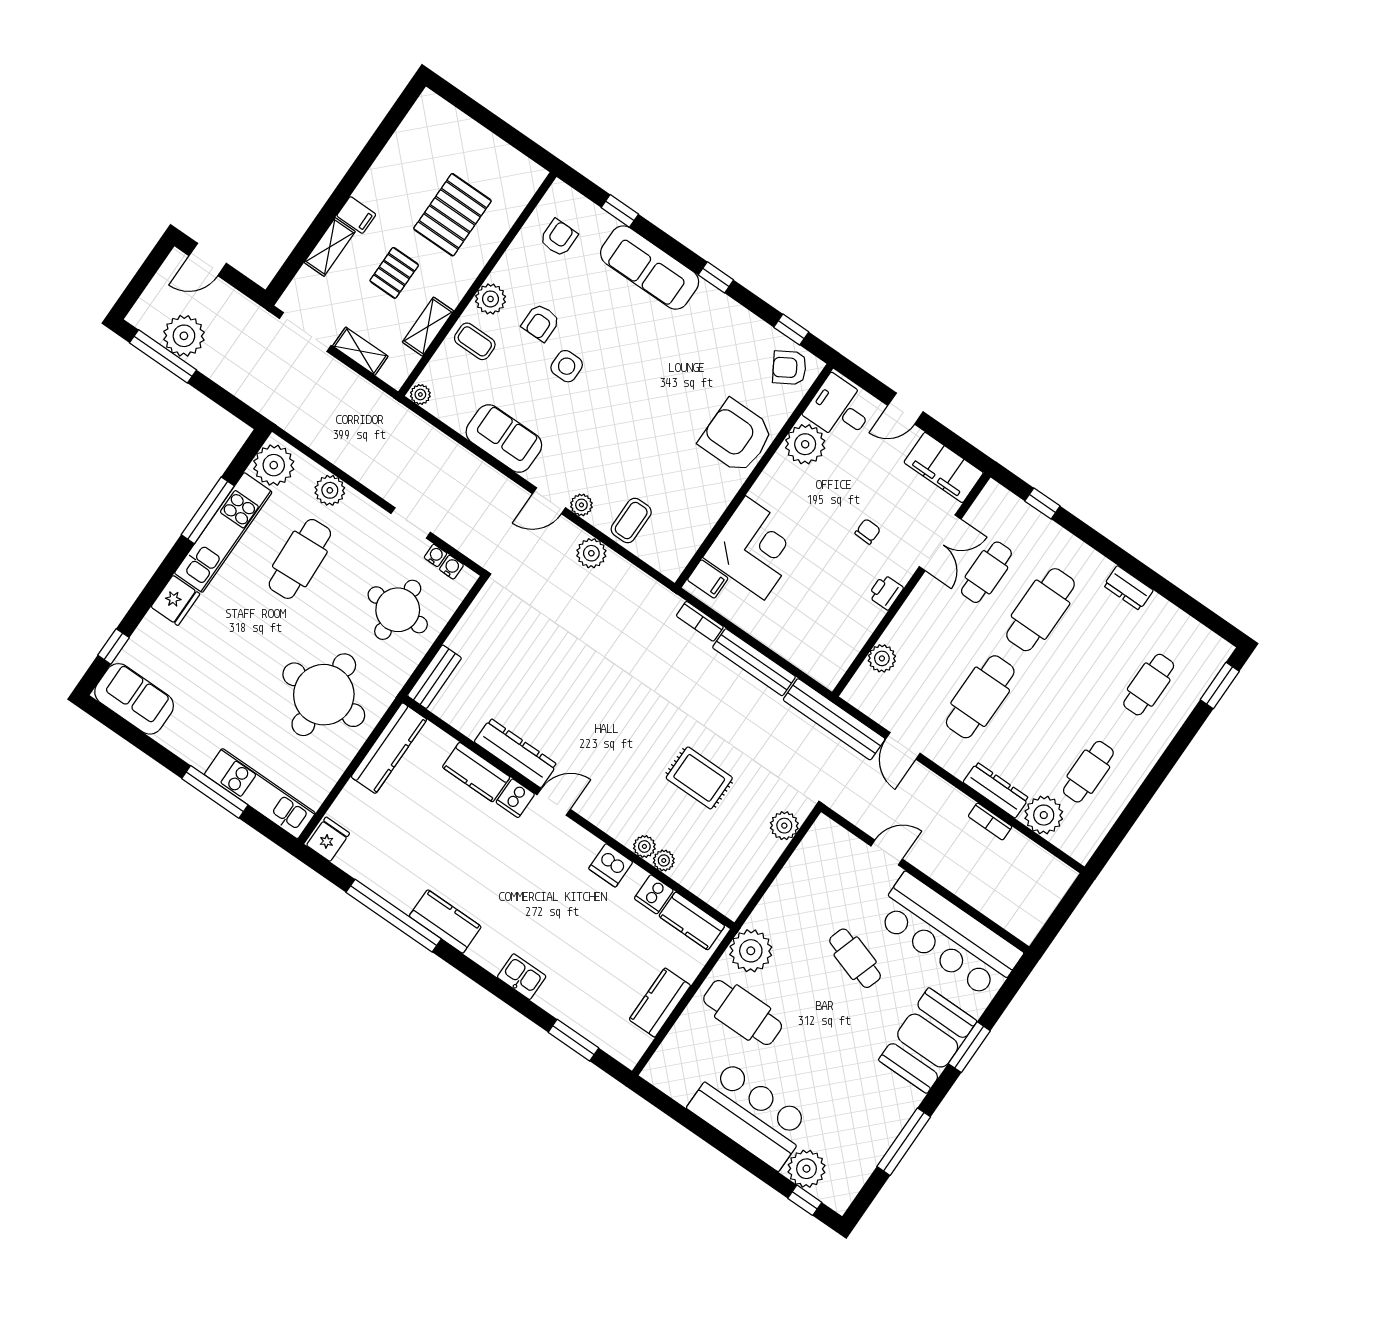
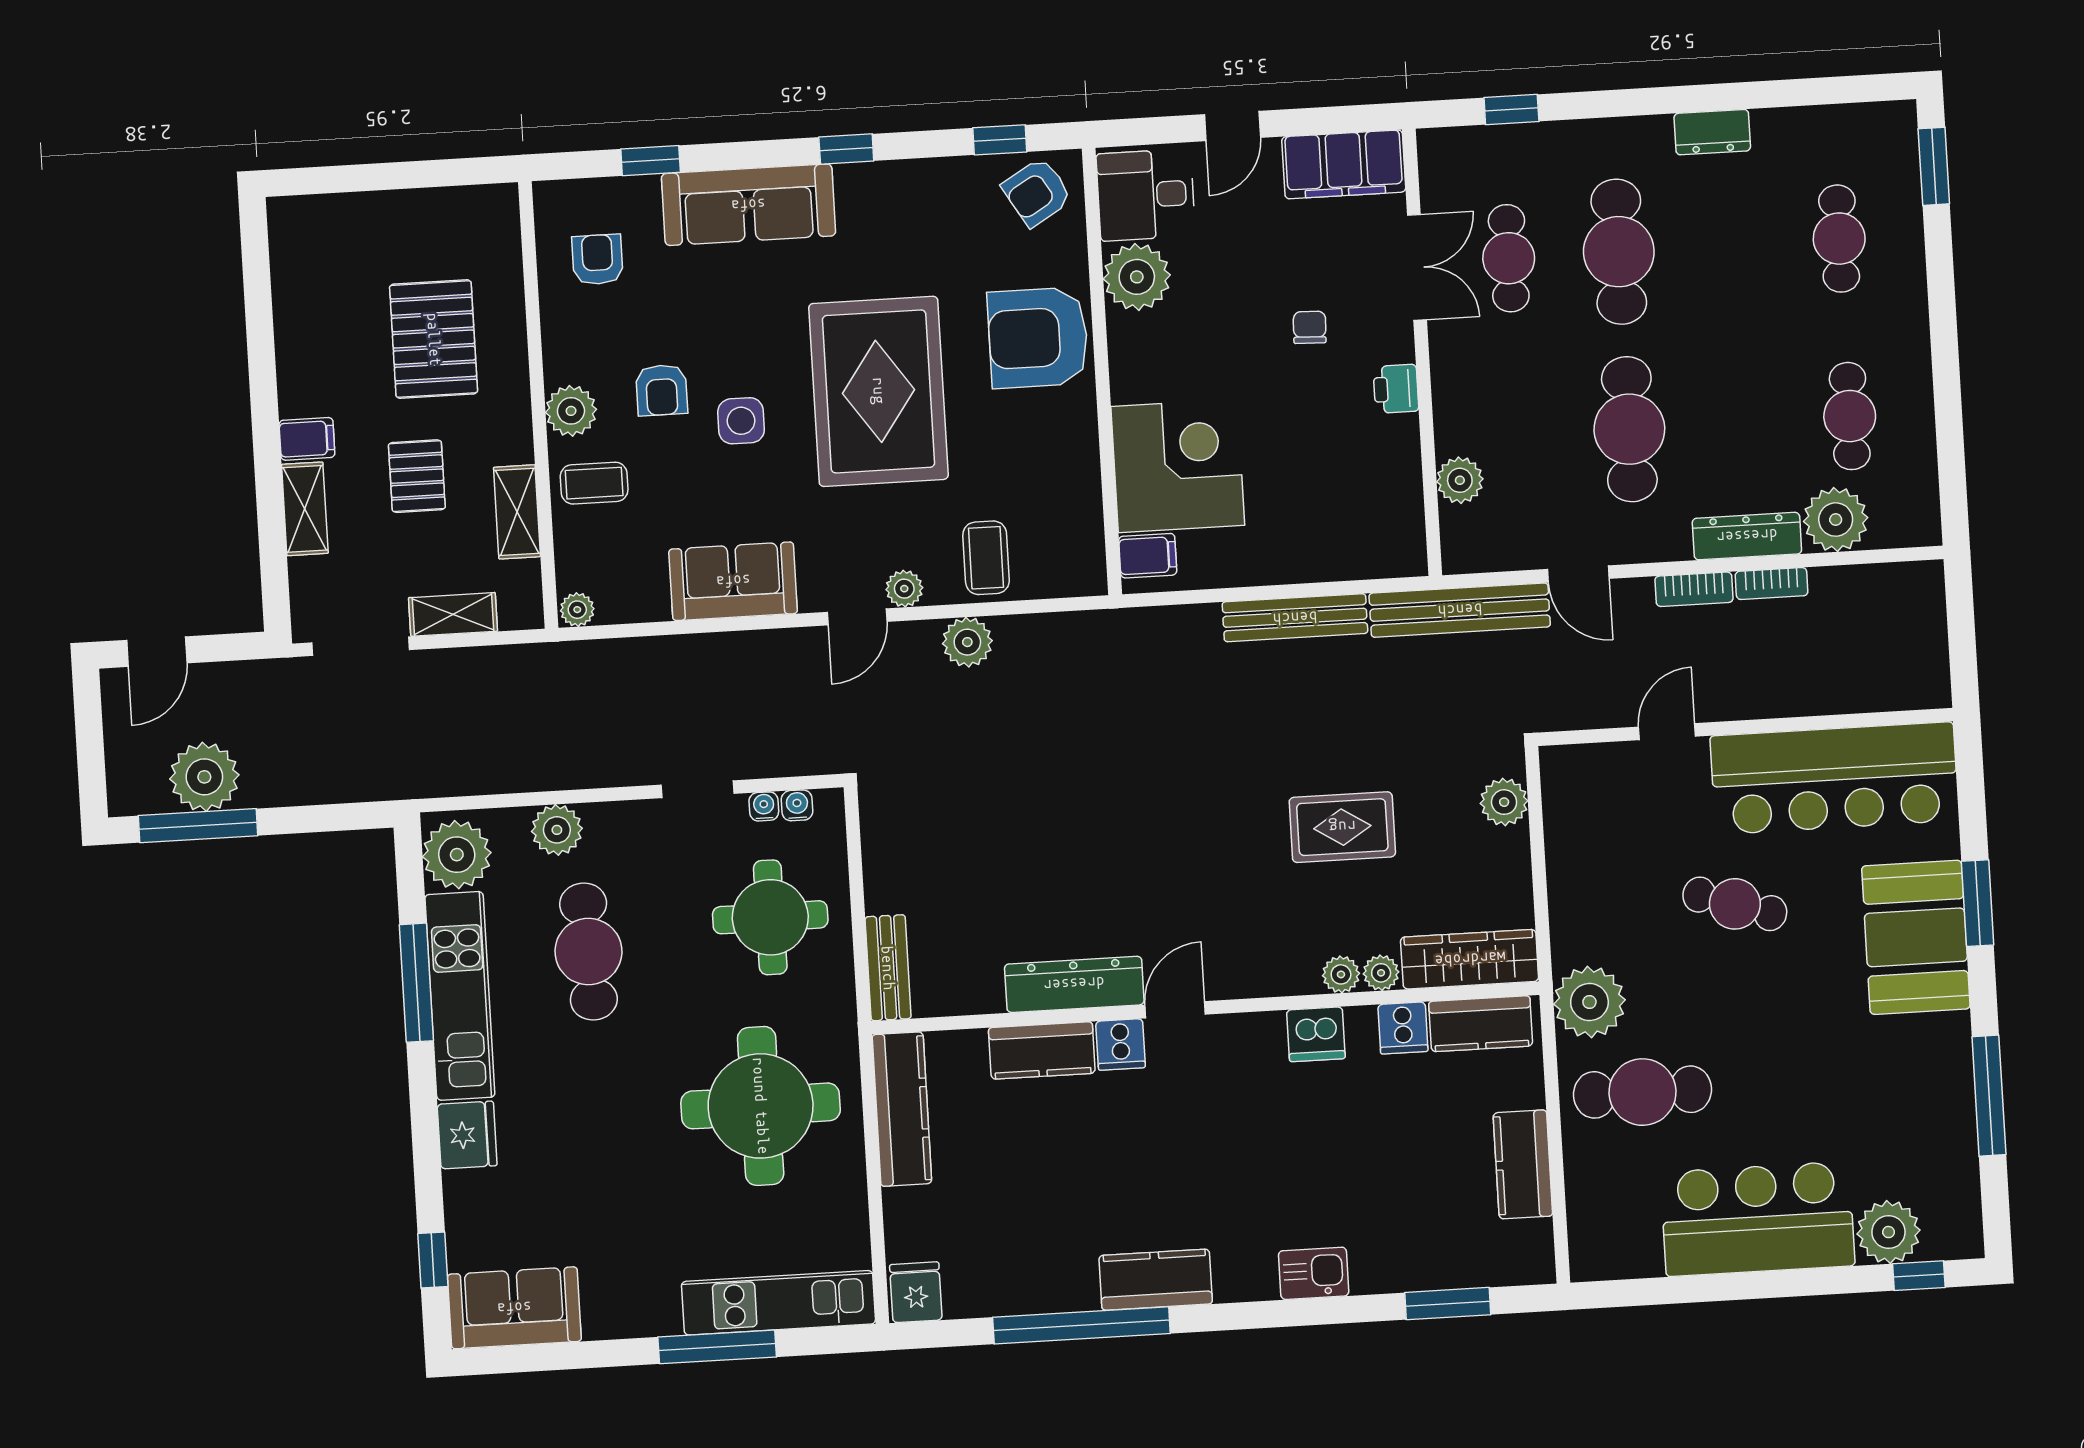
rug: (642, 403) -> (879, 391), added
bookcase: (700, 621) -> (1694, 589), moved
wardrobe: (710, 887) -> (1470, 959), added

